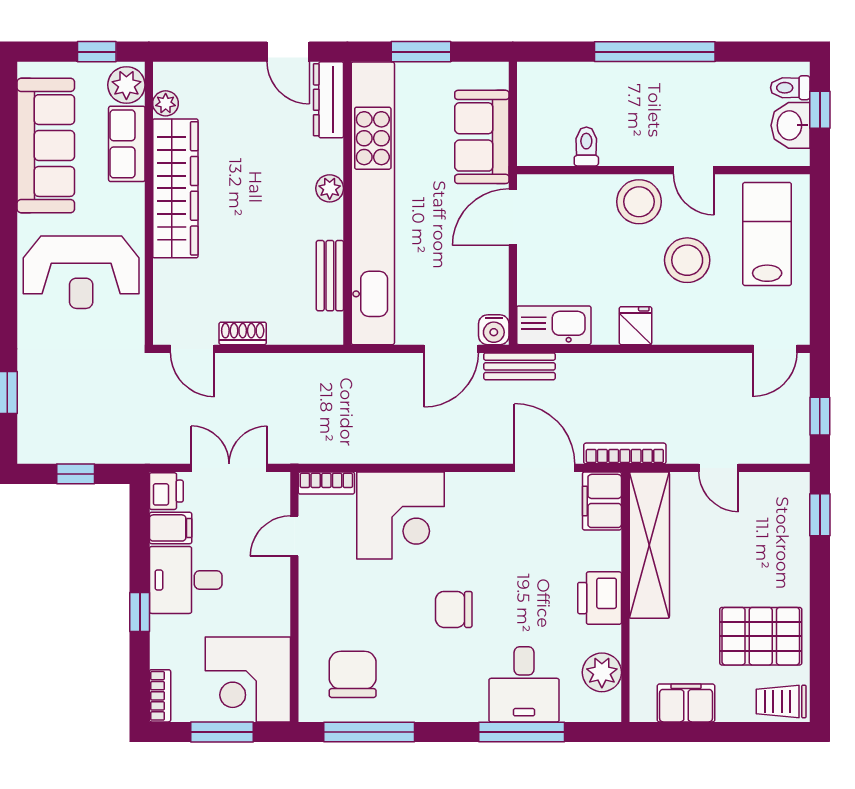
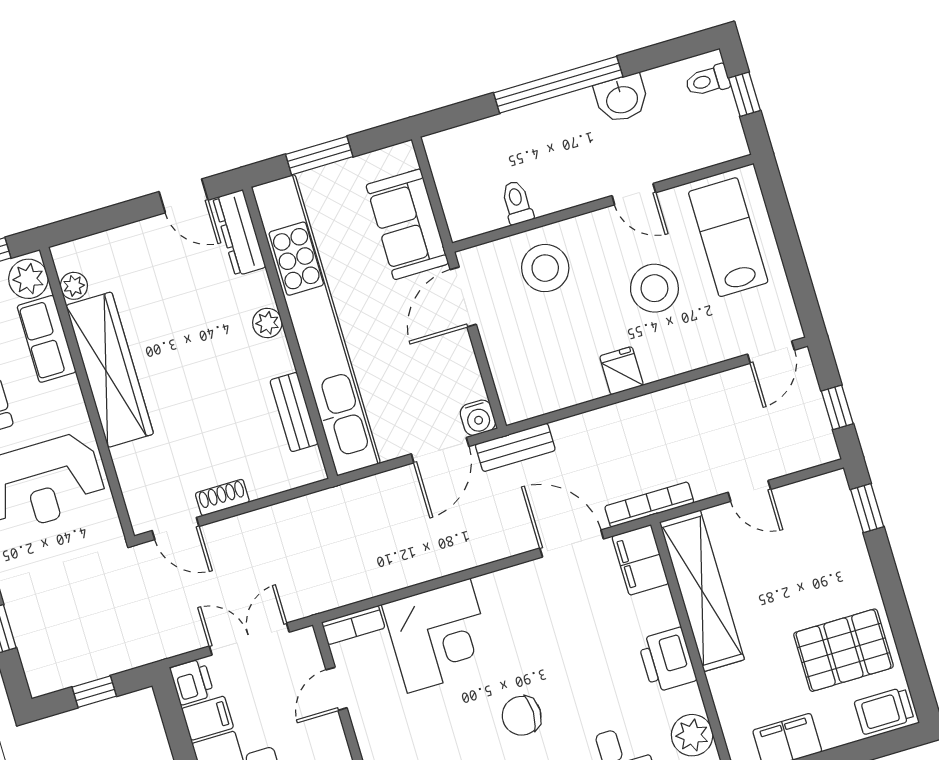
washbasin: (791, 125) -> (622, 99), moved, turned -90
stool: (639, 202) -> (545, 268), moved
kitchen sink: (554, 325) -> (538, 395), removed

